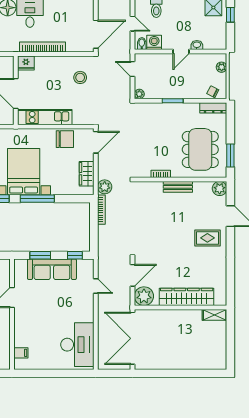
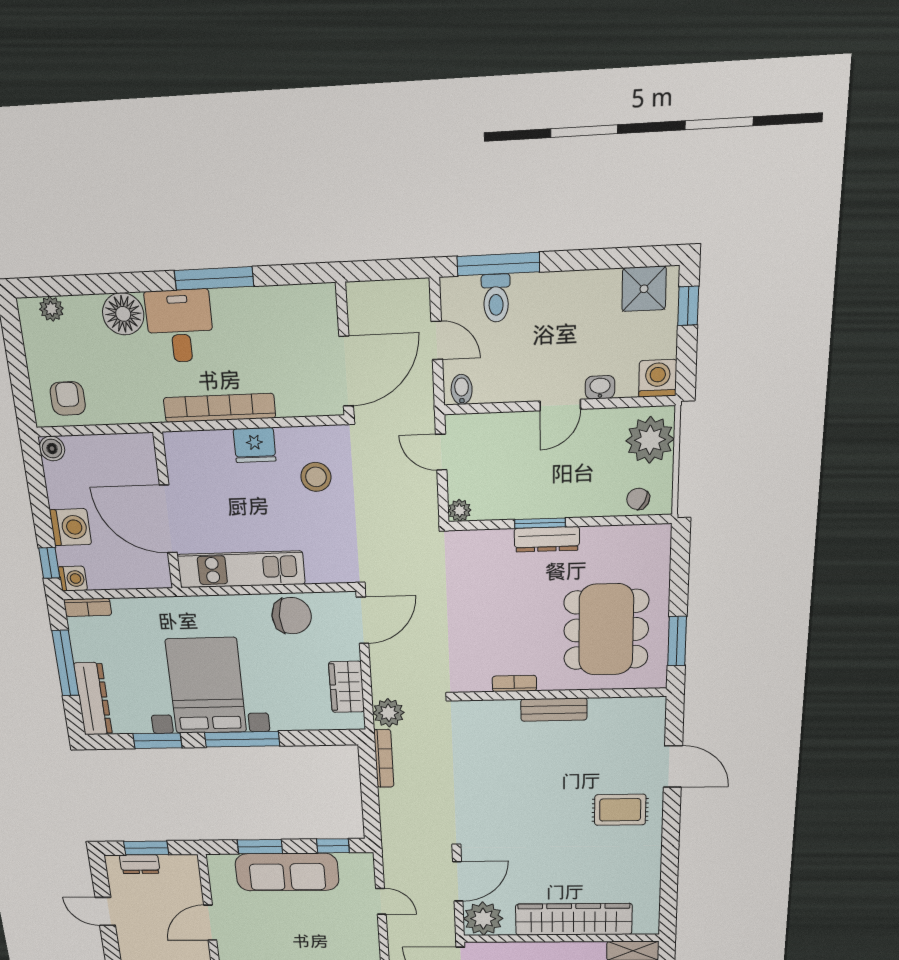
washing machine: (154, 42) -> (658, 378), moved
fridge: (26, 63) -> (255, 445), moved
plant: (222, 67) -> (650, 440), width x1.87, depth x1.87
dresser: (213, 108) -> (547, 539), moved
plant: (220, 189) -> (650, 711), removed

